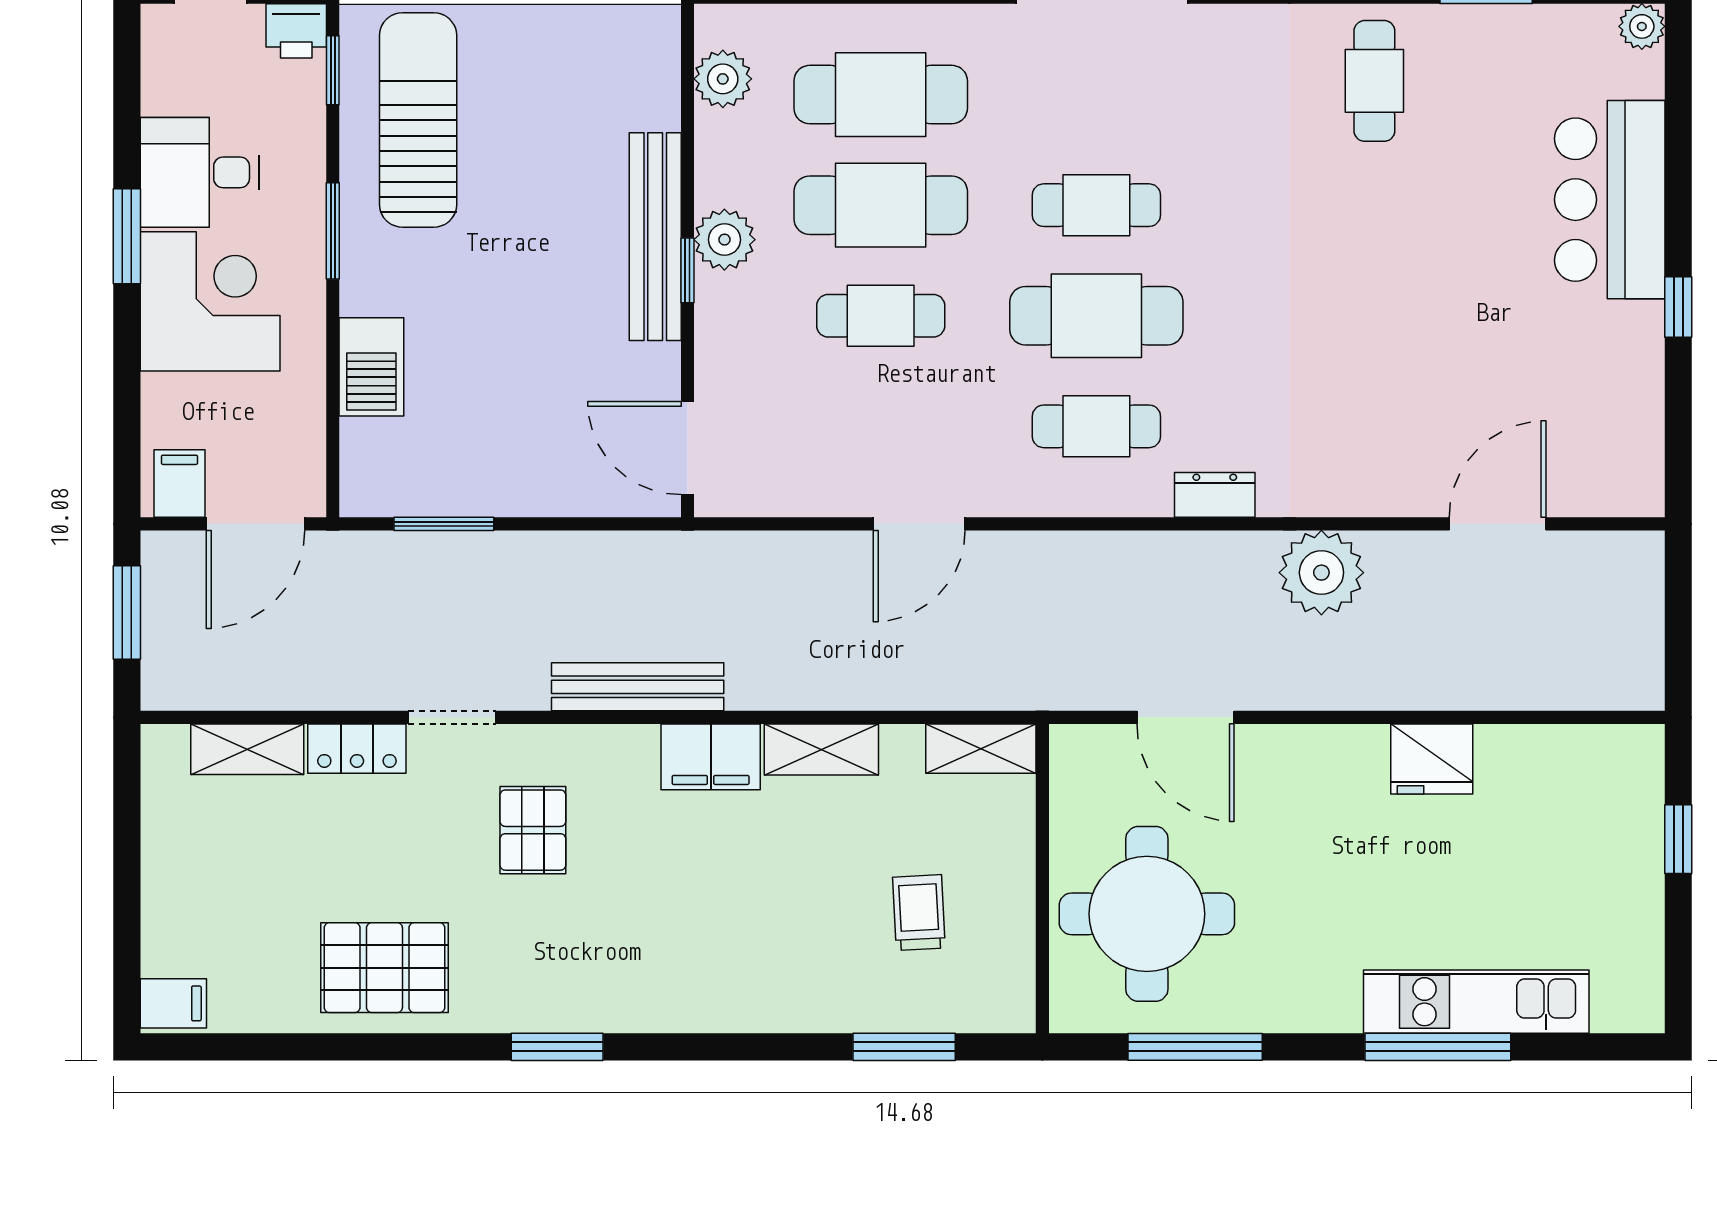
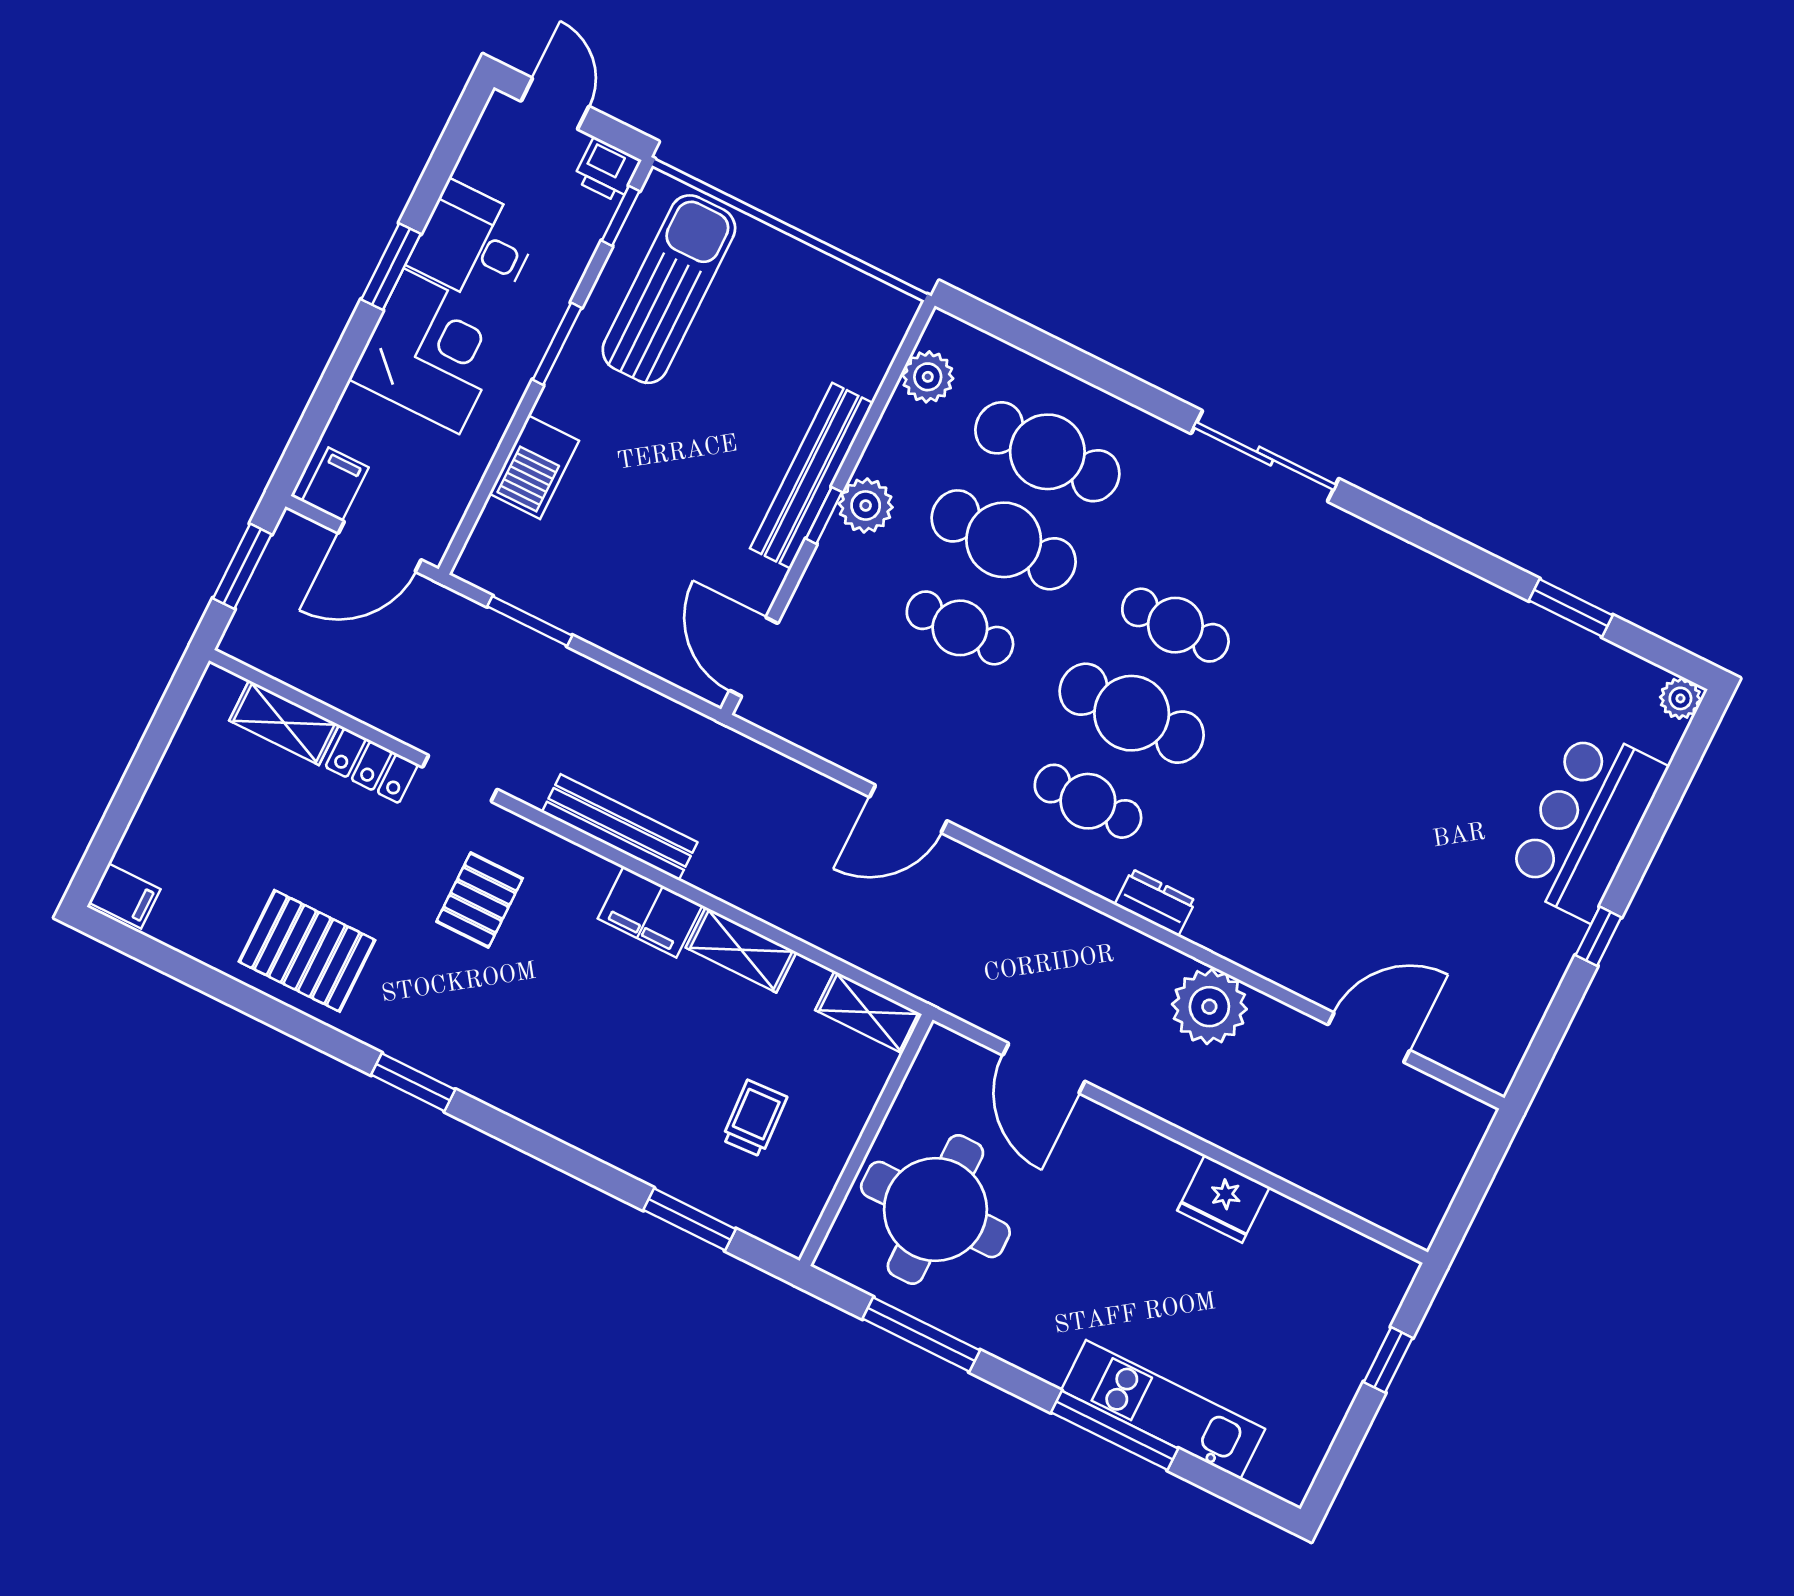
cafe table: (1374, 81) -> (1446, 636), removed

